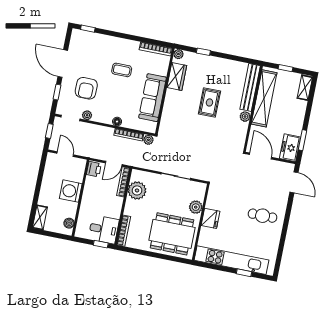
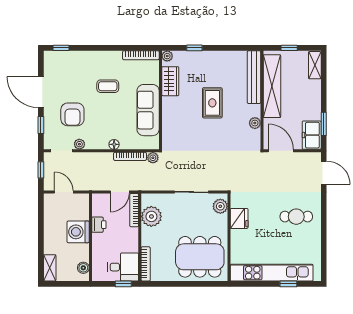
plant: (245, 117) -> (255, 123), moved
printer: (94, 169) -> (99, 225), moved
plant: (196, 207) -> (220, 206), moved
fridge: (211, 218) -> (239, 218), moved

